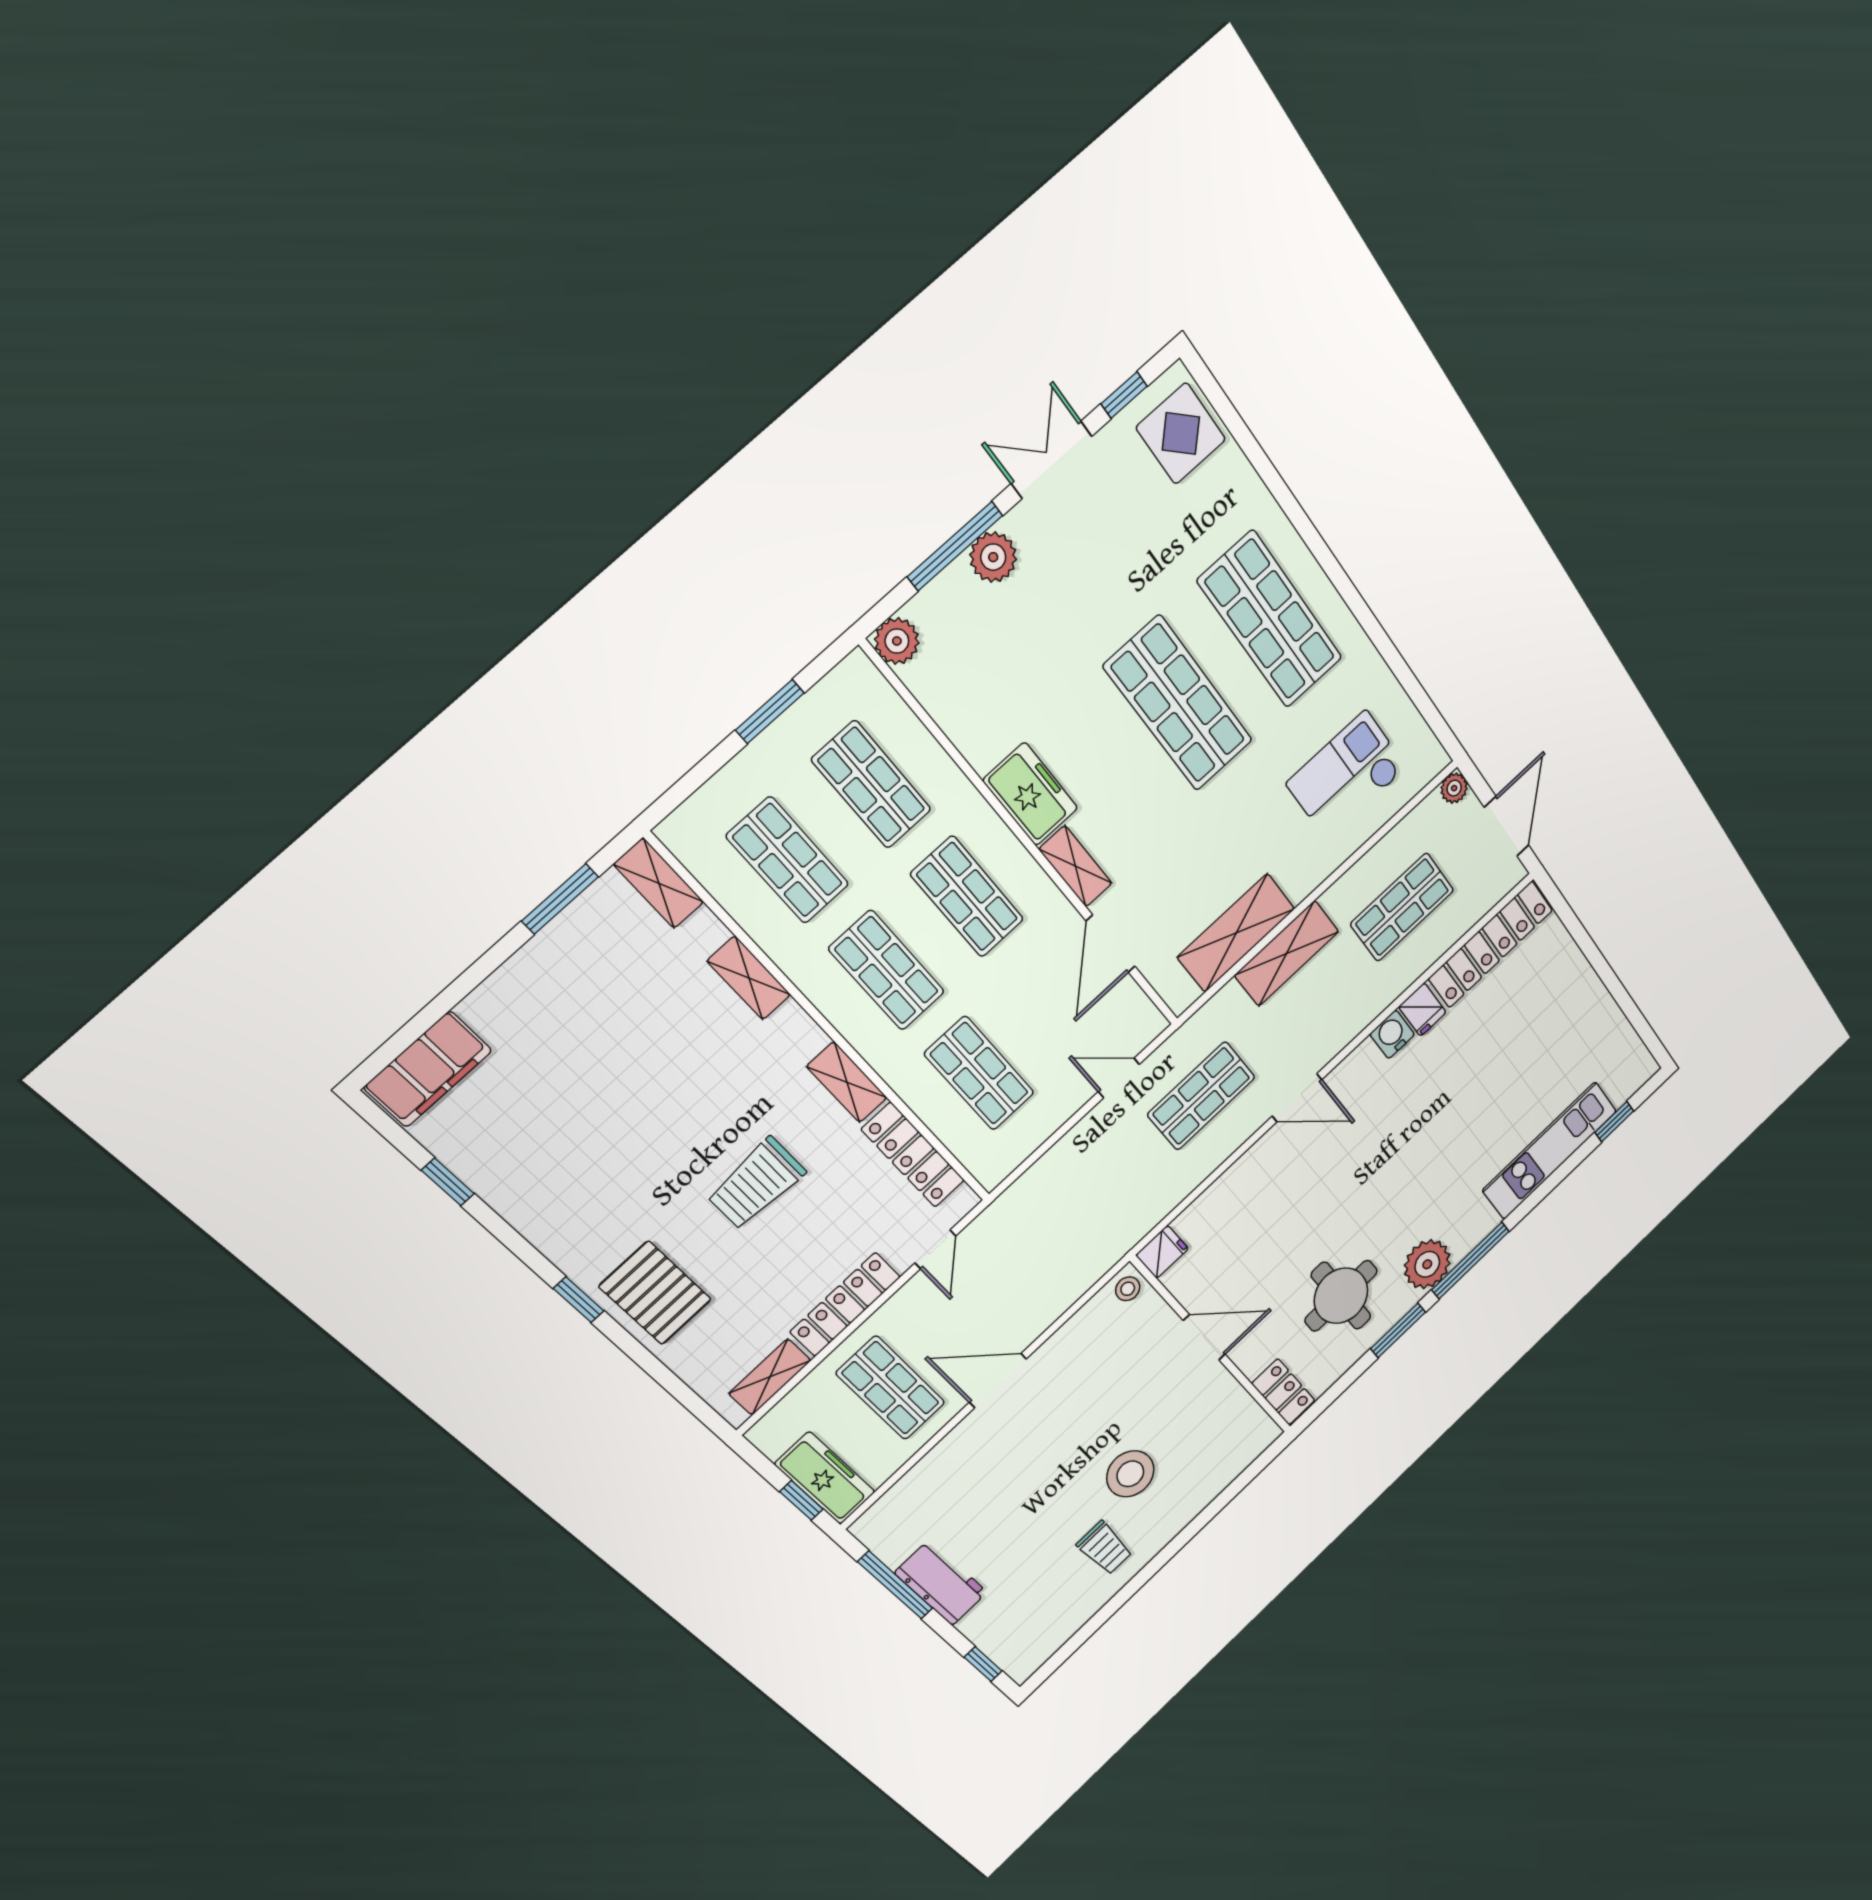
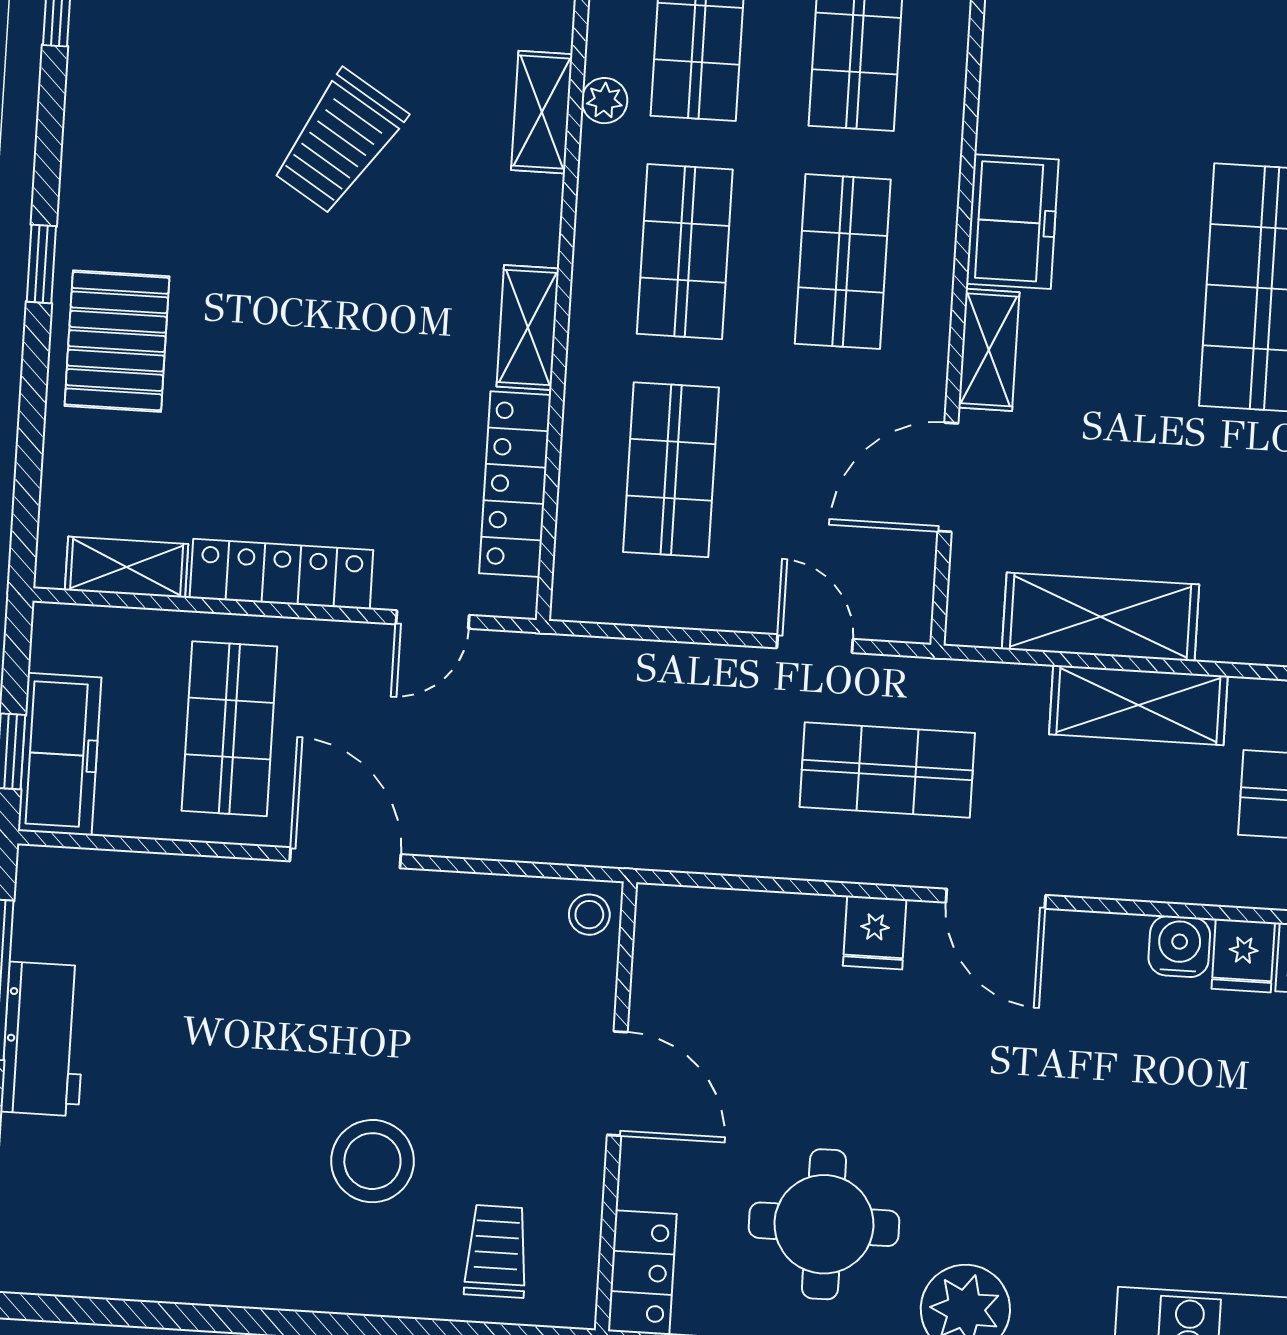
plant: (774, 941) -> (604, 101), added
trolley: (756, 1183) -> (339, 142), moved, turned -58
fridge: (1162, 1252) -> (875, 933), moved, turned 90
trolley: (1105, 1548) -> (496, 1251), moved, turned 180

